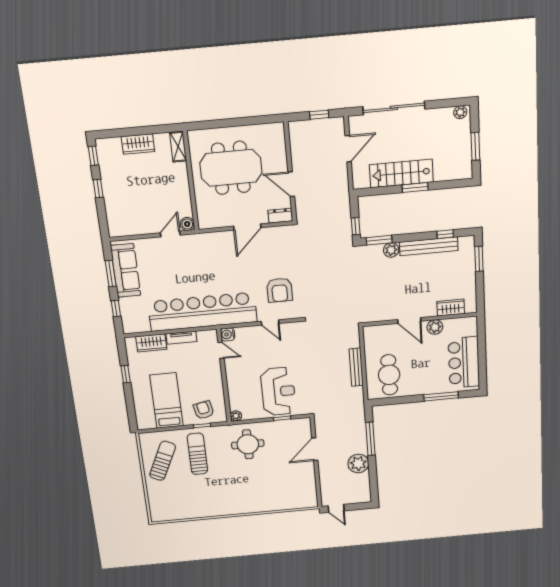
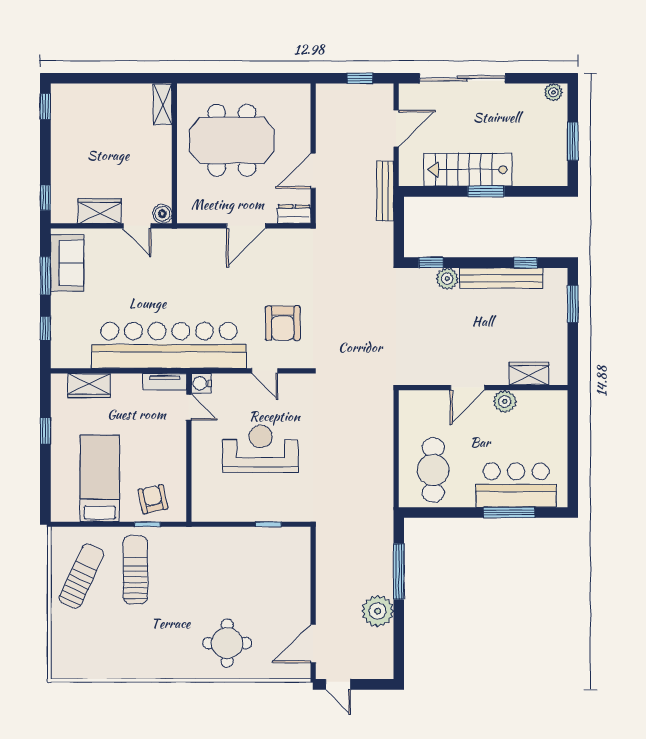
wardrobe: (138, 144) -> (100, 211), moved, turned 180
door: (291, 184) -> (313, 171), hinge flipped
window: (98, 189) -> (45, 198), moved
window: (356, 226) -> (399, 239), removed
door: (170, 234) -> (137, 226), swing flipped
window: (379, 240) -> (431, 263), width x0.67
sofa: (126, 270) -> (67, 263), width x0.73
door: (409, 320) -> (468, 388), hinge flipped
tv unit: (181, 338) -> (165, 382), moved
bar counter: (464, 362) -> (516, 485), moved, turned 90
bench: (356, 367) -> (385, 191), moved
reception desk: (278, 391) -> (261, 449), moved, turned -90
plant: (236, 416) -> (200, 513), removed
round table: (248, 444) -> (227, 643), moved
door: (315, 449) -> (313, 644), moved

